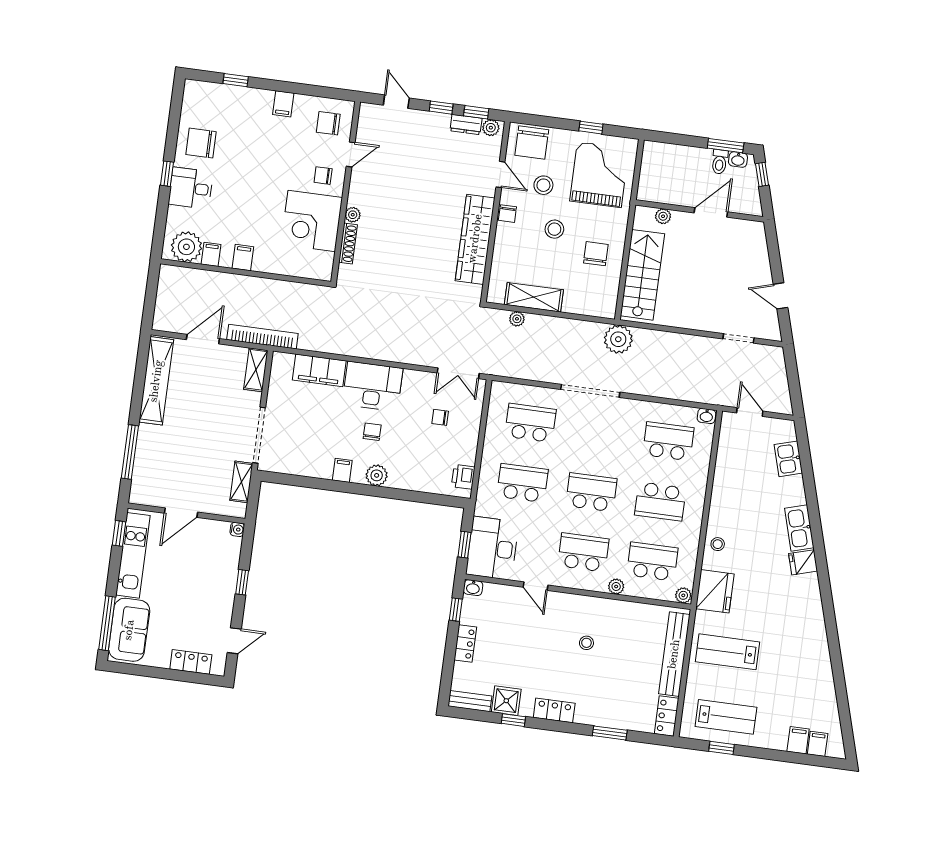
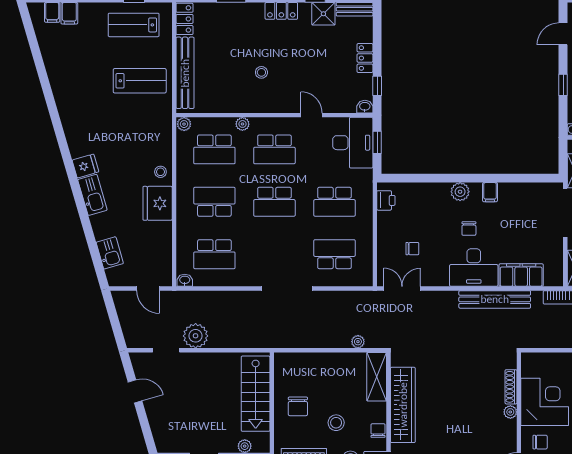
shelving: (534, 297) -> (377, 377), moved, turned 90
plant: (618, 339) -> (196, 336), moved
bench: (353, 346) -> (495, 299), added
school desk: (530, 423) -> (334, 254), turned 180
fridge: (715, 591) -> (158, 203), moved

